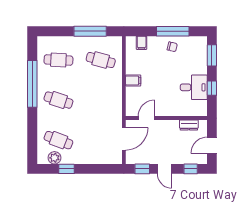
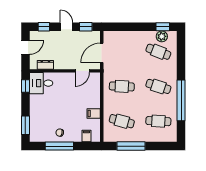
filing cabinet: (133, 80) -> (94, 113), moved
desk: (194, 87) -> (41, 83), moved
window: (212, 88) -> (25, 86), moved
cafe table: (101, 100) -> (122, 86), added
window: (67, 169) -> (163, 27), moved

